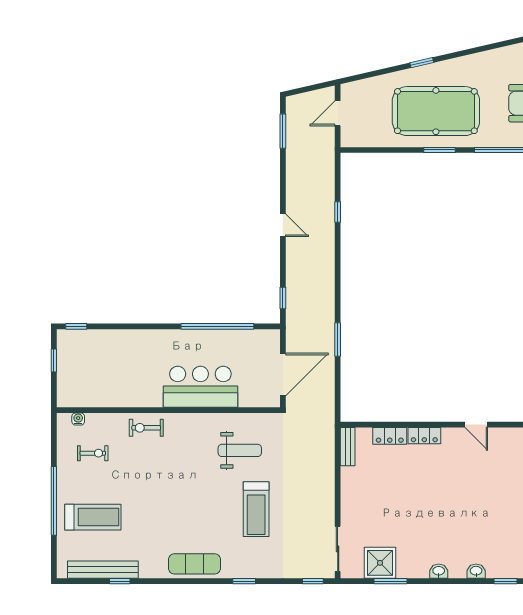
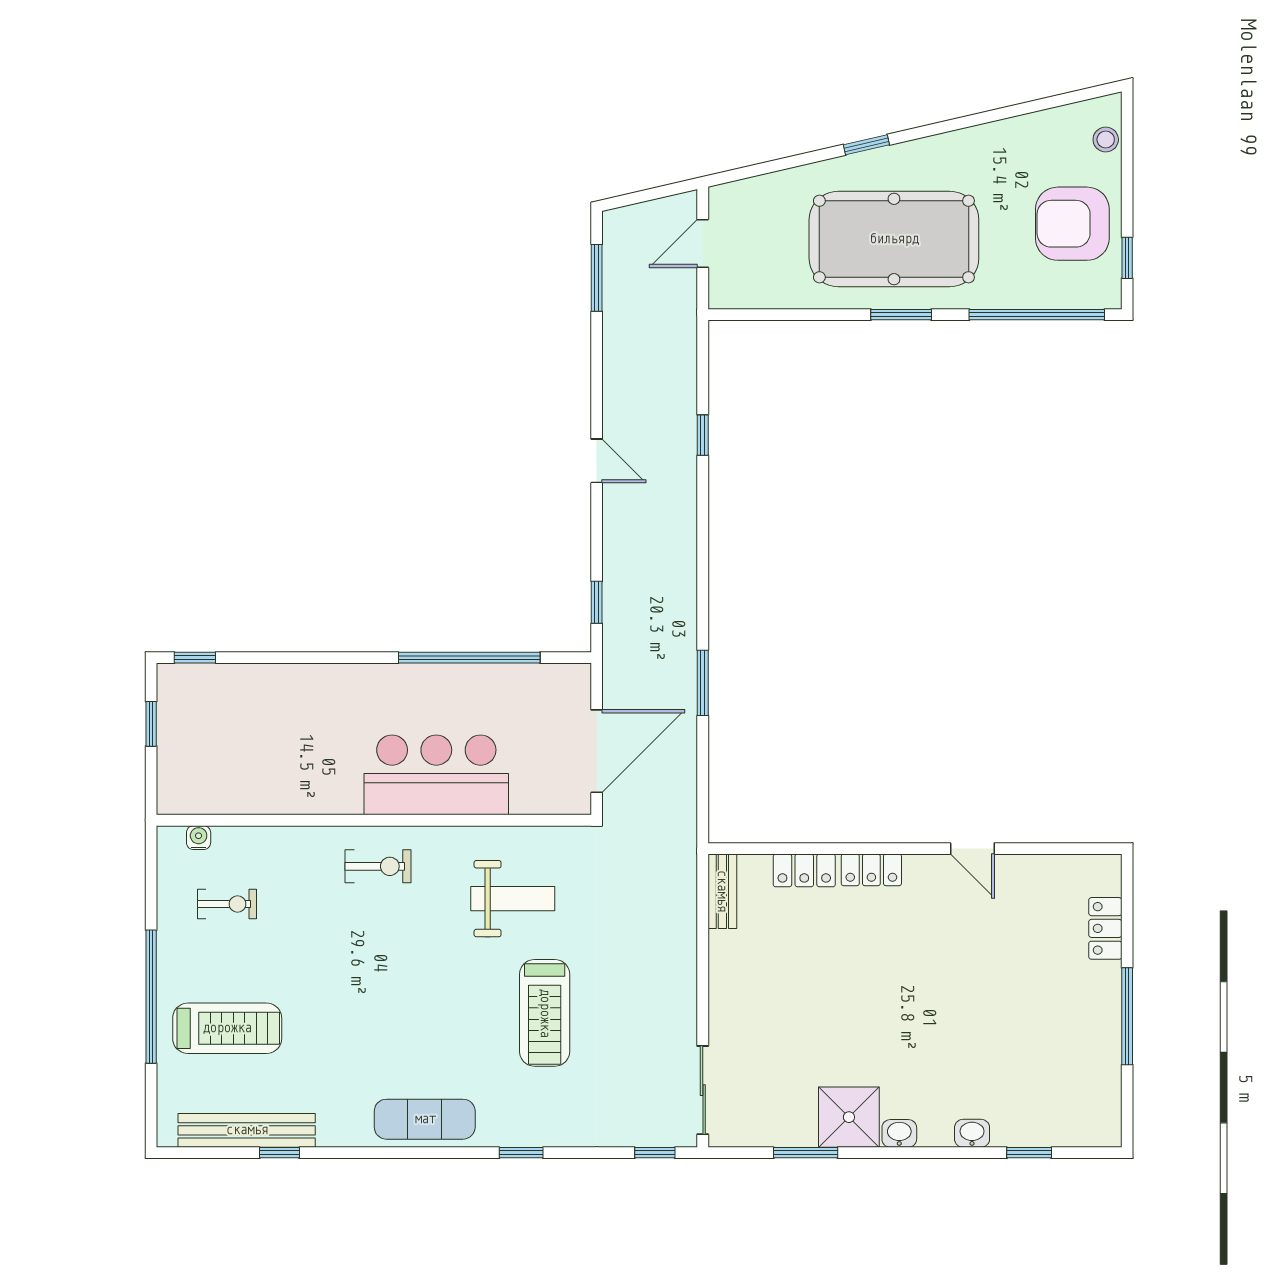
exercise bike: (146, 428) -> (378, 866), moved, turned 180
shower: (380, 563) -> (849, 1117), moved

